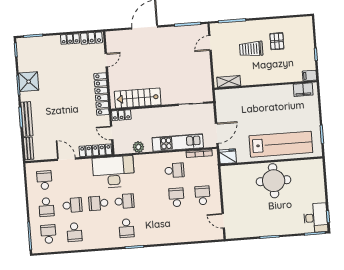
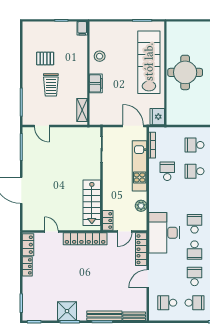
filing cabinet: (303, 90) -> (96, 83), moved
stool: (283, 95) -> (100, 56), added

